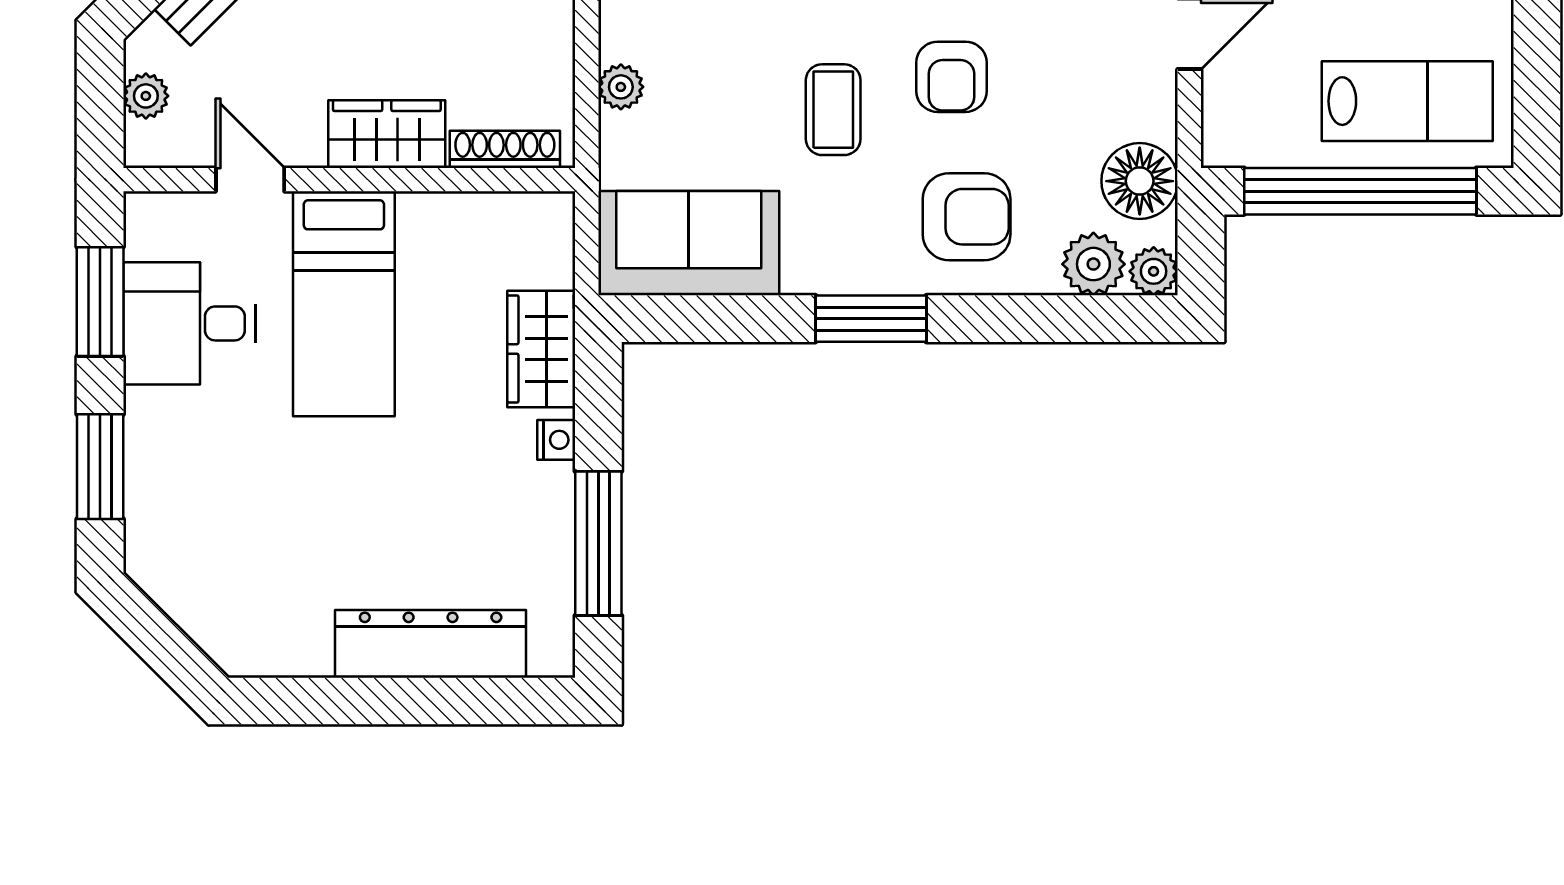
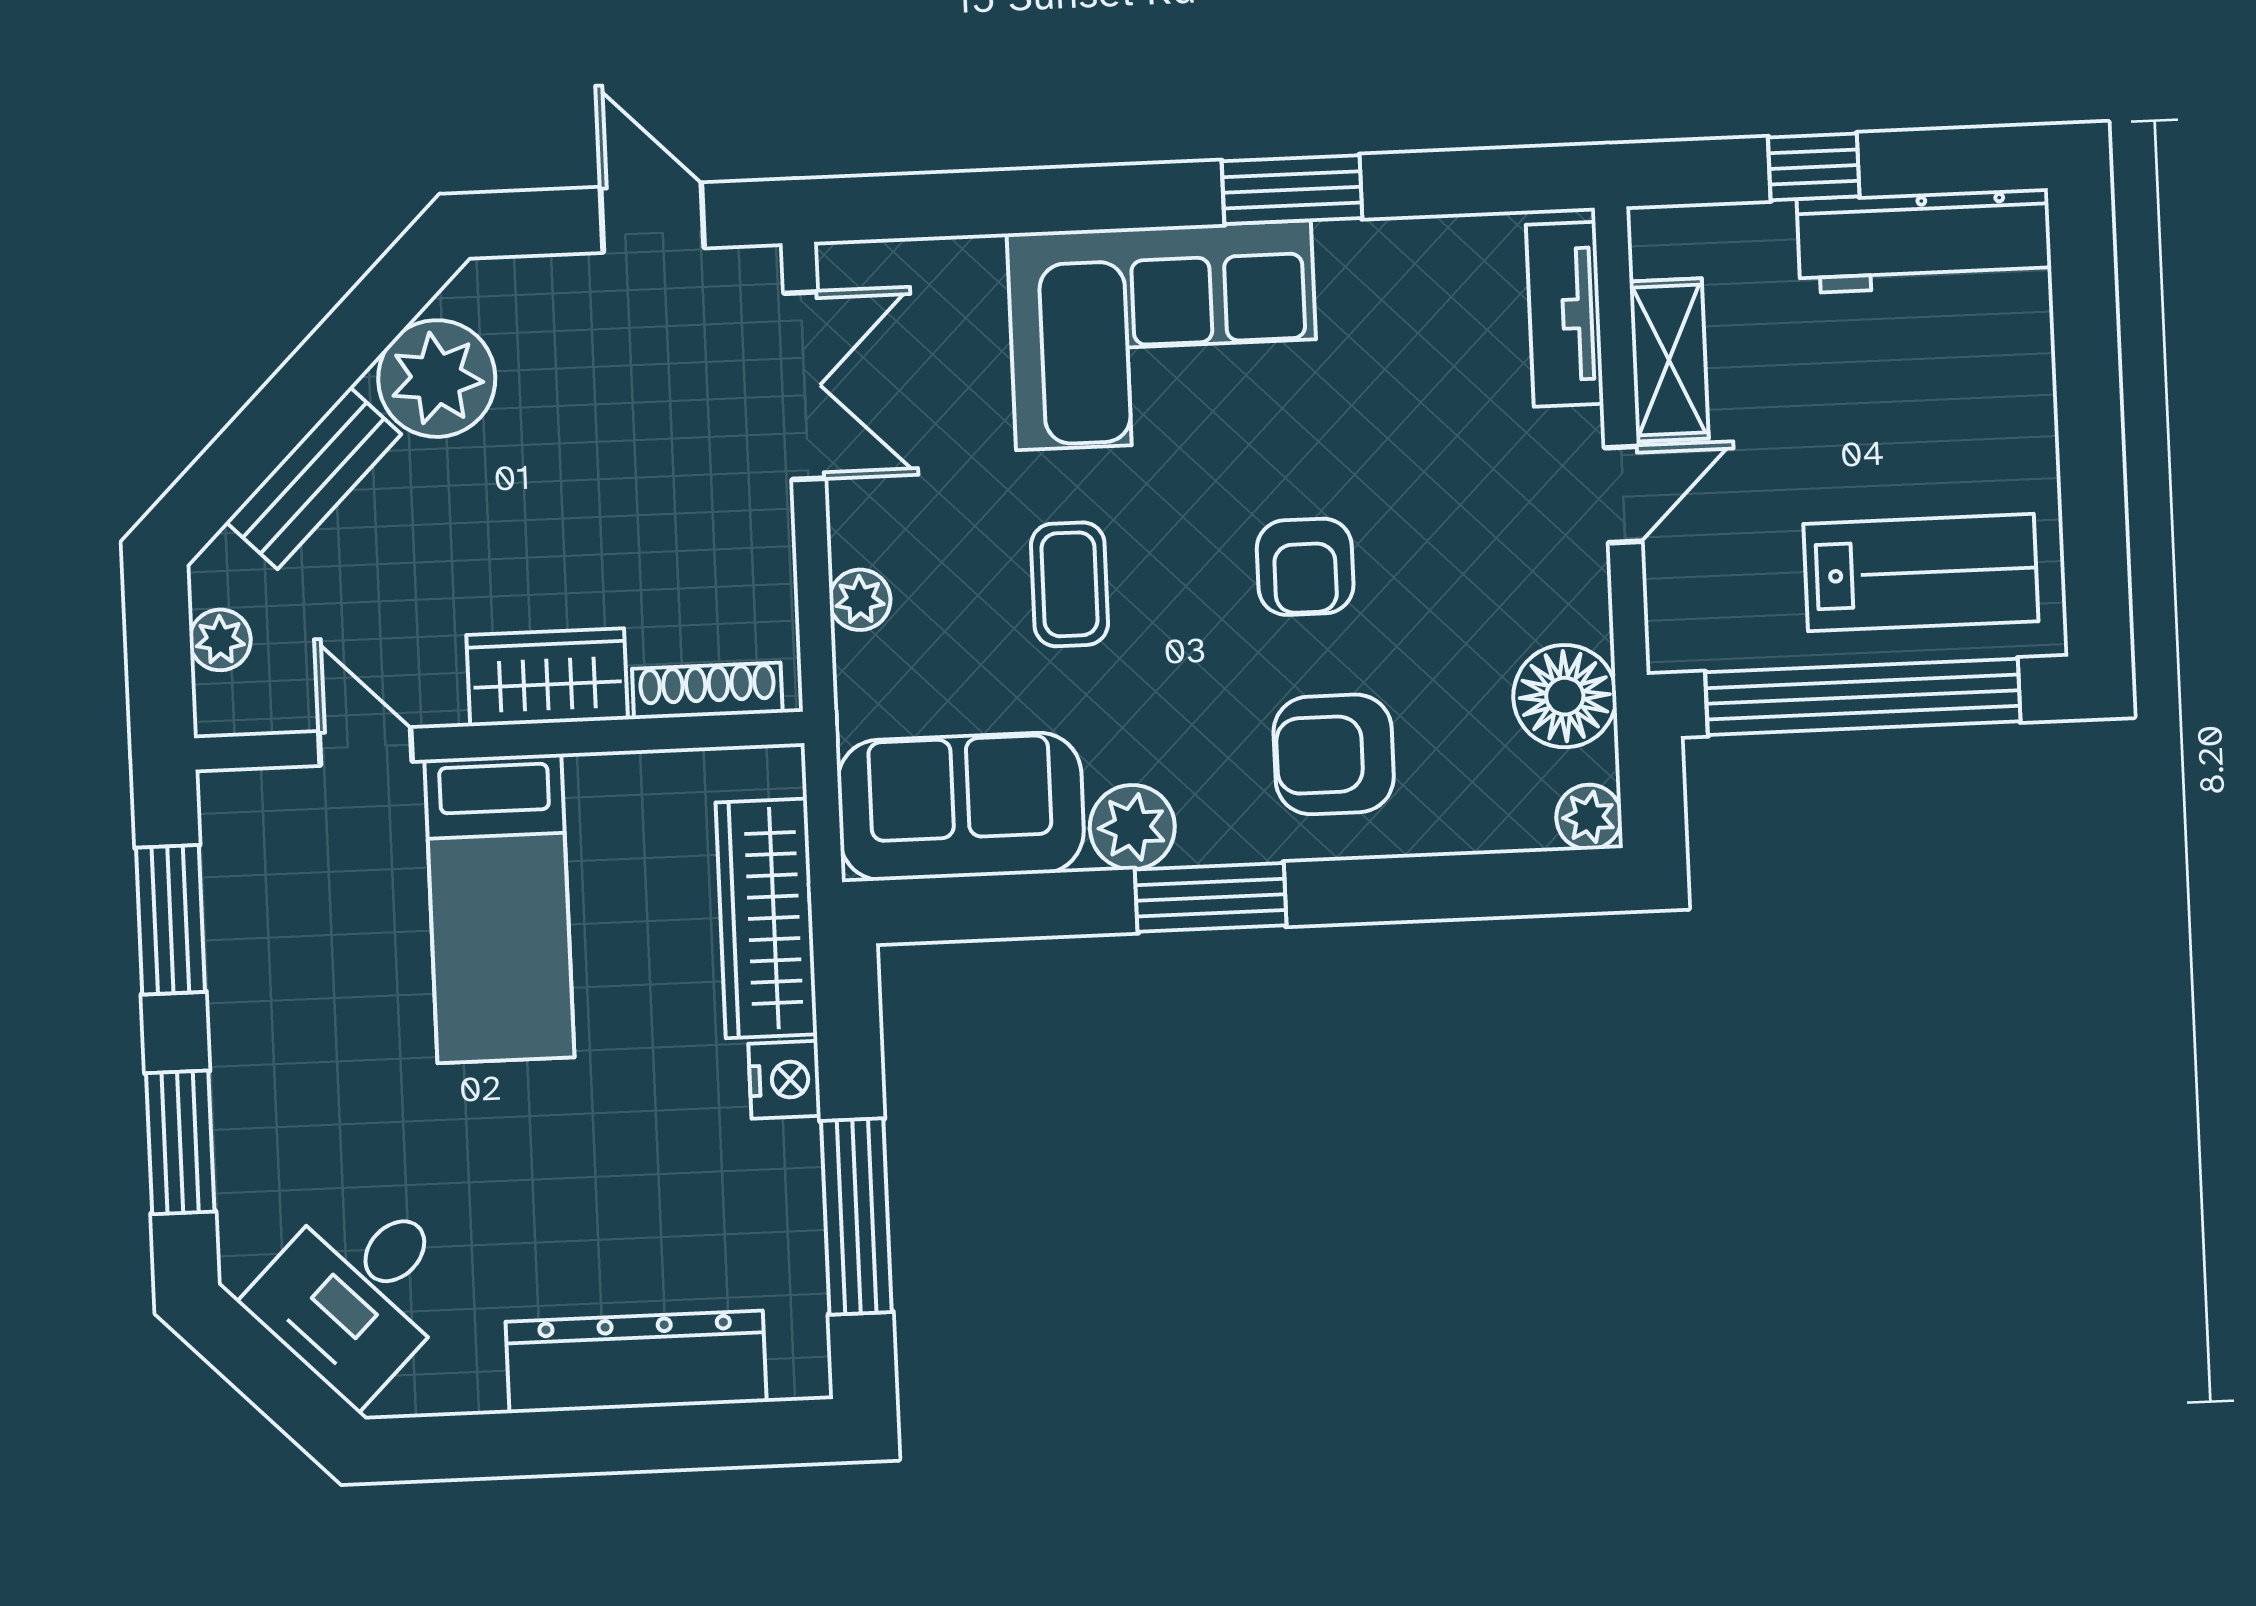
coffee table: (833, 110) -> (1069, 584), moved
armchair: (967, 217) -> (1334, 754), turned 180
plant: (1093, 264) -> (1132, 827), moved
desk: (189, 323) -> (358, 1292), moved, turned -45
wardrobe: (541, 349) -> (766, 918), width x1.50
nightstand: (556, 440) -> (785, 1080), width x1.39, depth x1.35

